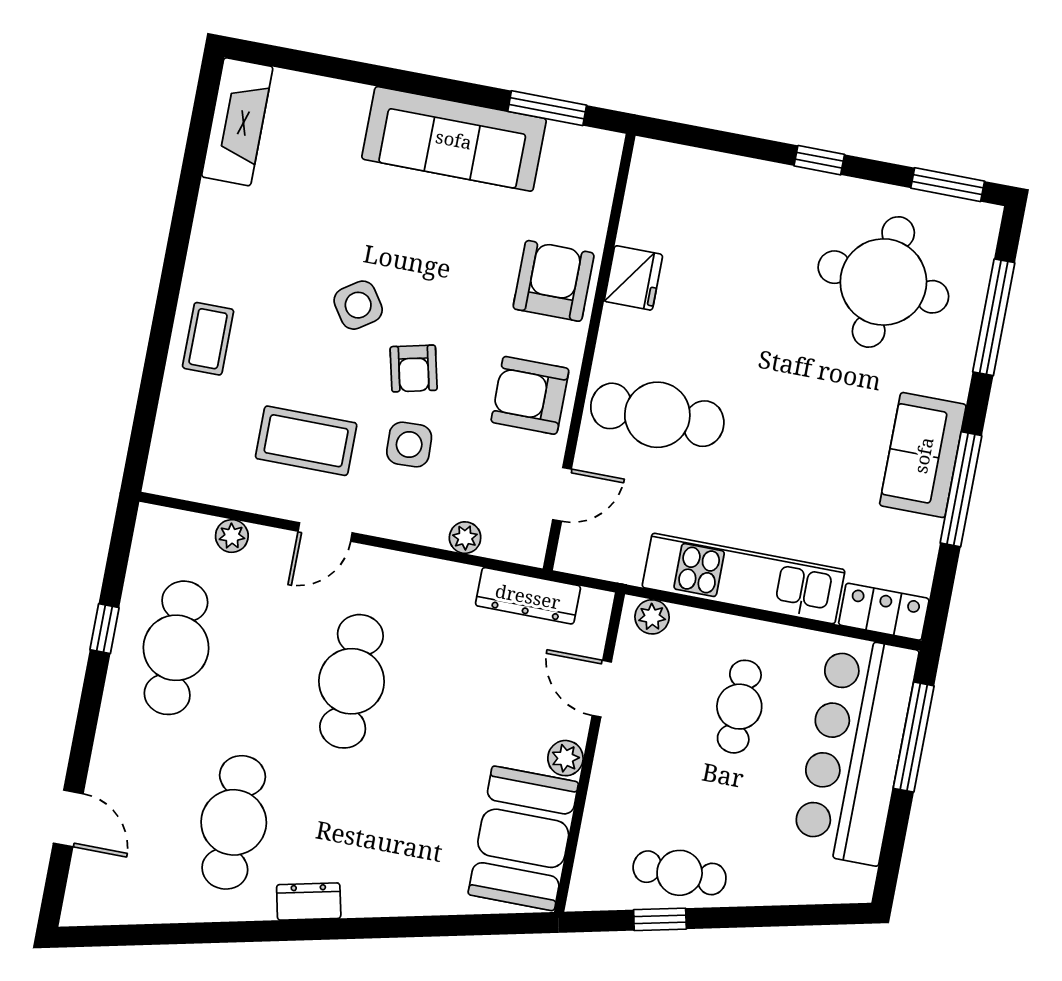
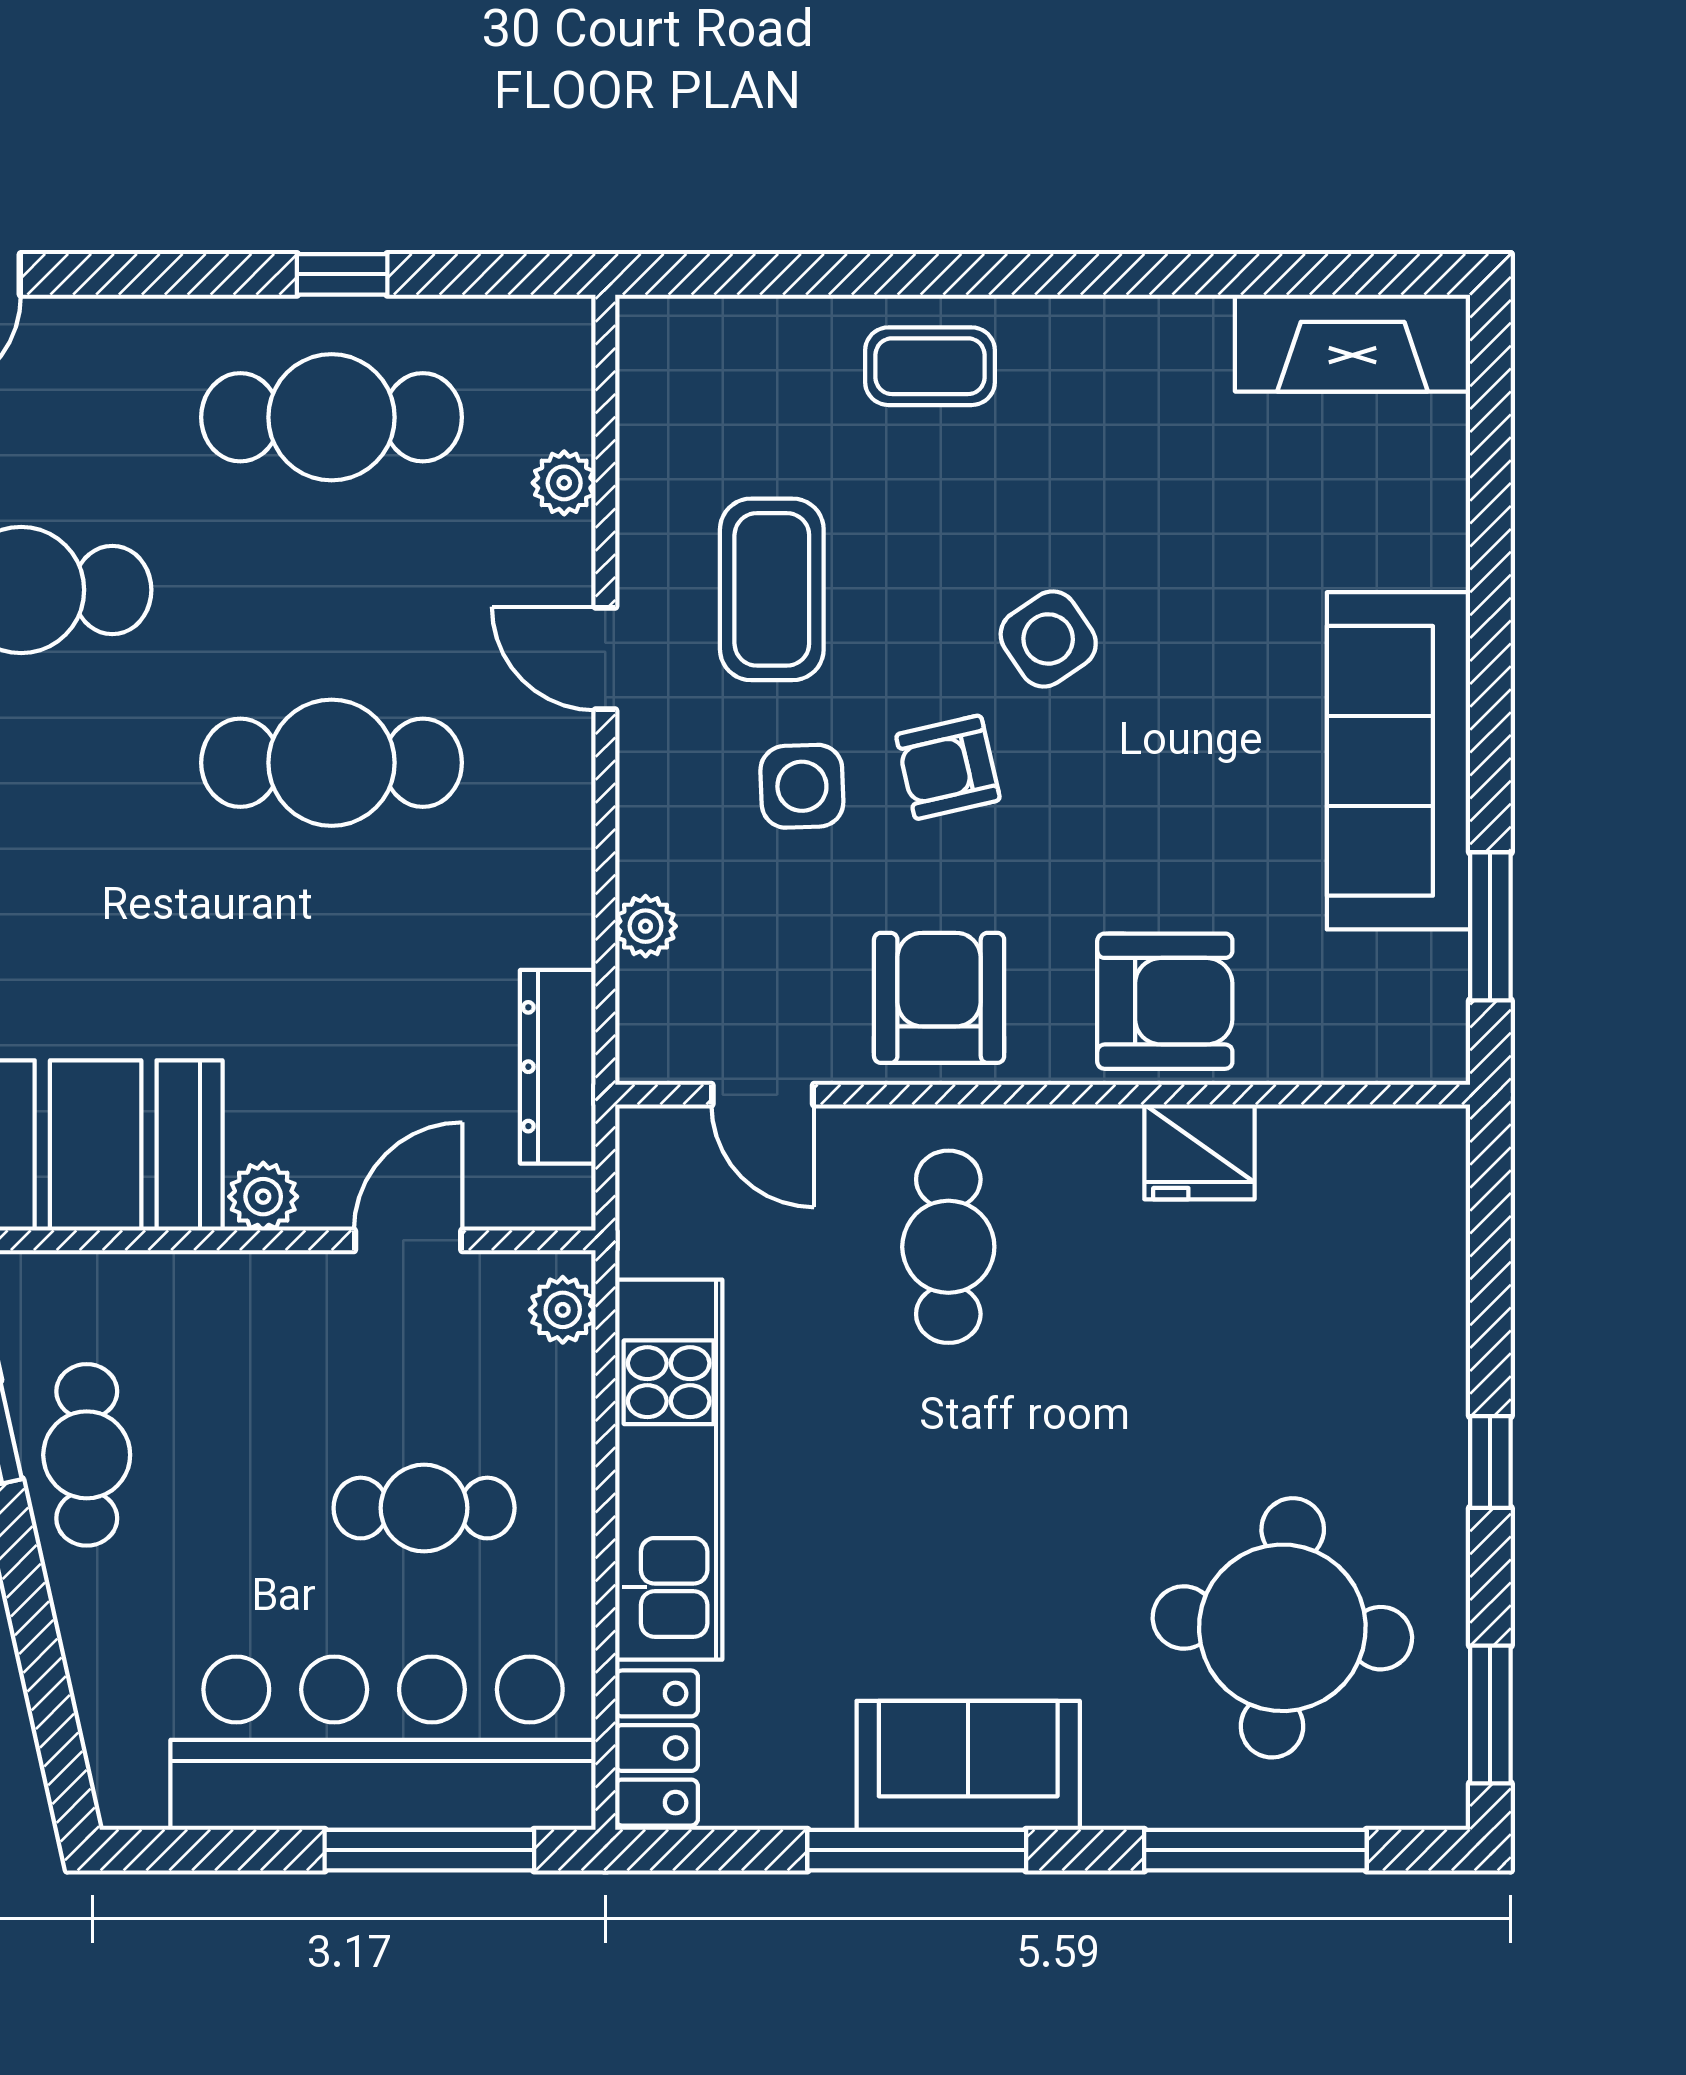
cafe table: (657, 415) -> (948, 1247), width x0.73, depth x0.74

